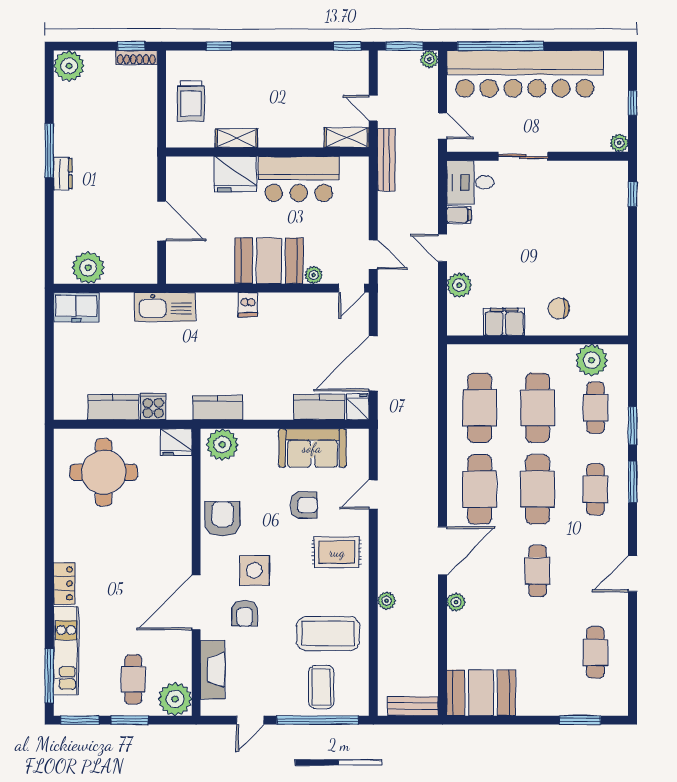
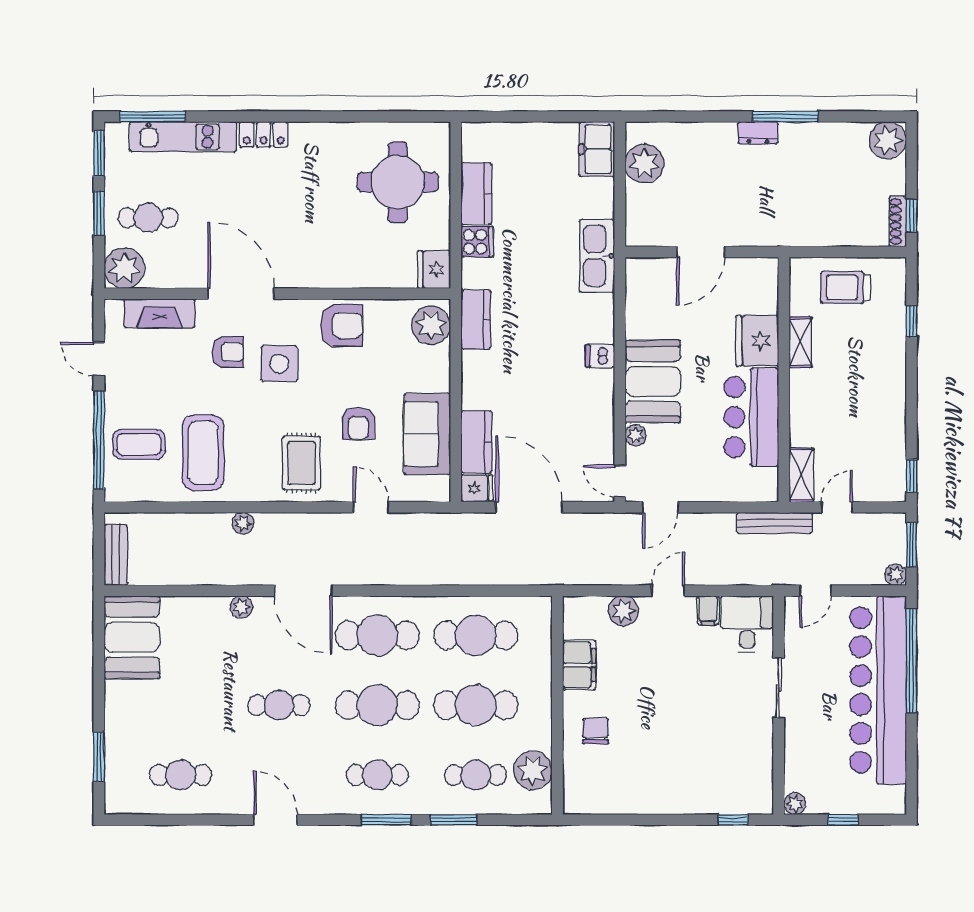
armchair: (245, 613) -> (228, 352), turned 180

